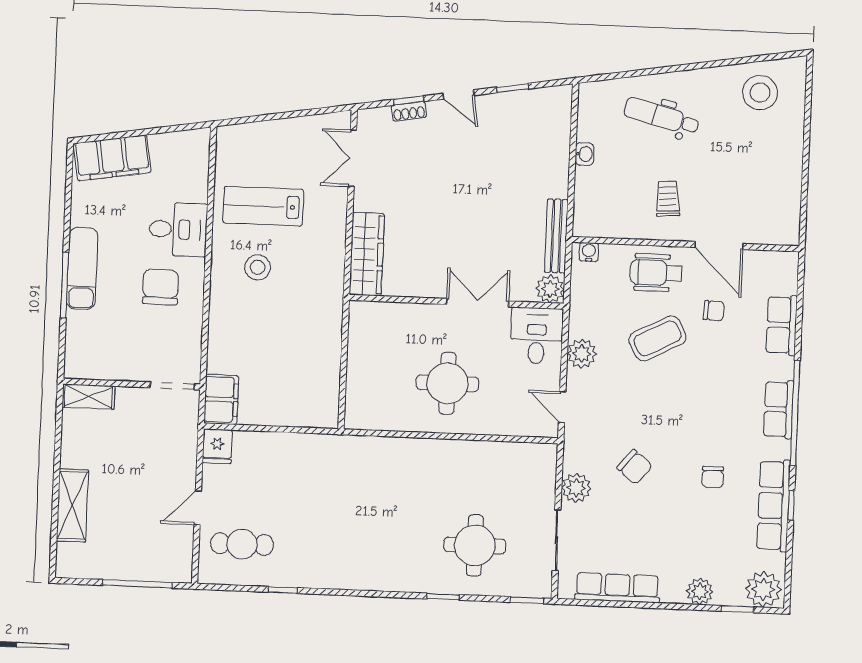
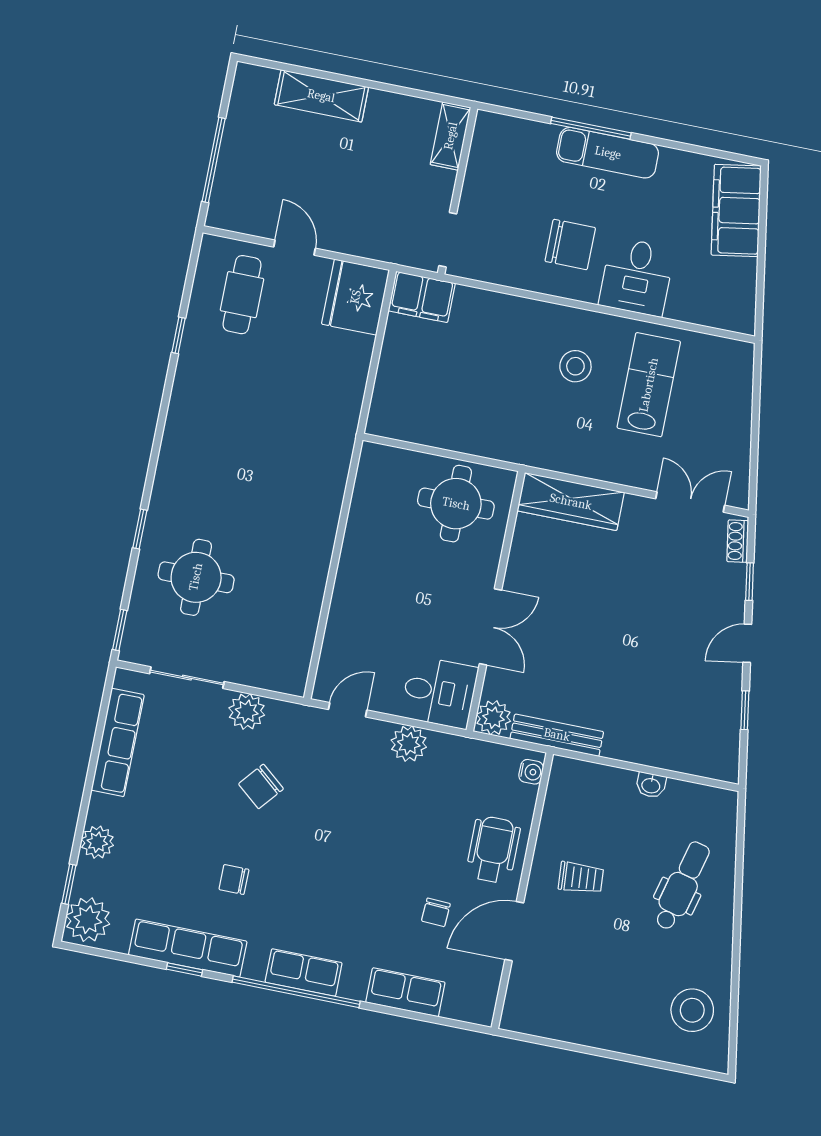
shoe rack: (409, 111) -> (738, 541), moved
coffee table: (658, 338) -> (413, 839), removed
round table: (447, 383) -> (456, 504), moved
fridge: (217, 446) -> (356, 297), width x1.88, depth x1.34

